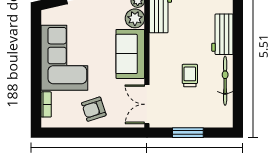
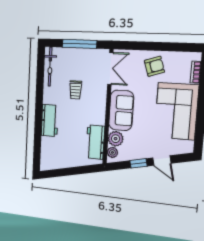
bicycle: (225, 81) -> (50, 67), moved
window: (188, 133) -> (79, 44), width x1.44

